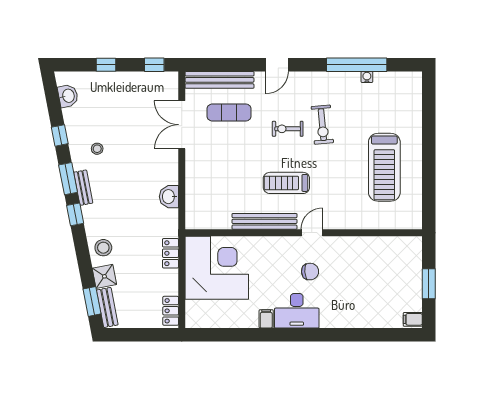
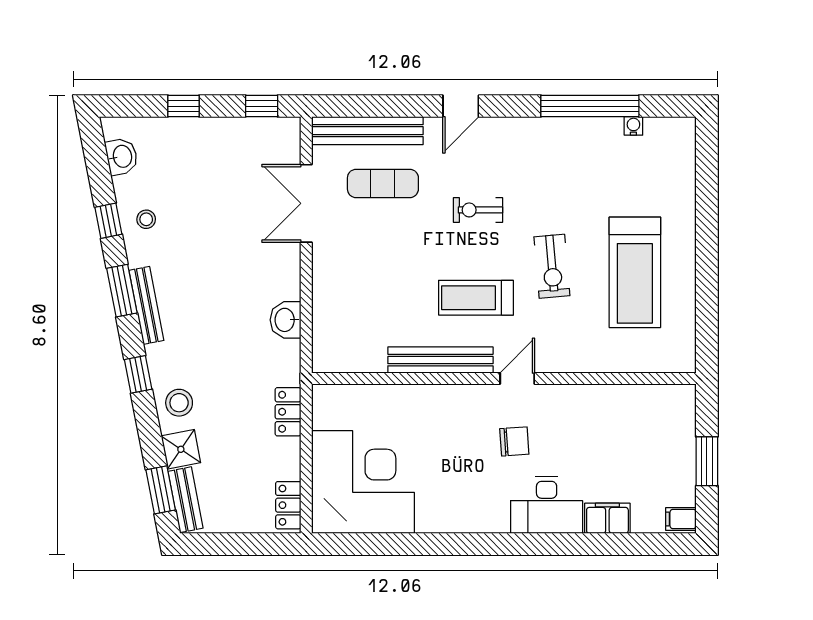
water cooler: (367, 77) -> (633, 126), moved
exercise bike: (322, 125) -> (552, 266), moved
stool: (97, 149) -> (146, 219), moved
bench: (83, 188) -> (146, 305), width x1.36
window: (75, 214) -> (138, 374), moved
corner desk: (217, 268) -> (363, 482), moved
desk: (297, 311) -> (547, 505), moved
filing cabinet: (266, 319) -> (607, 518), moved, width x2.00

